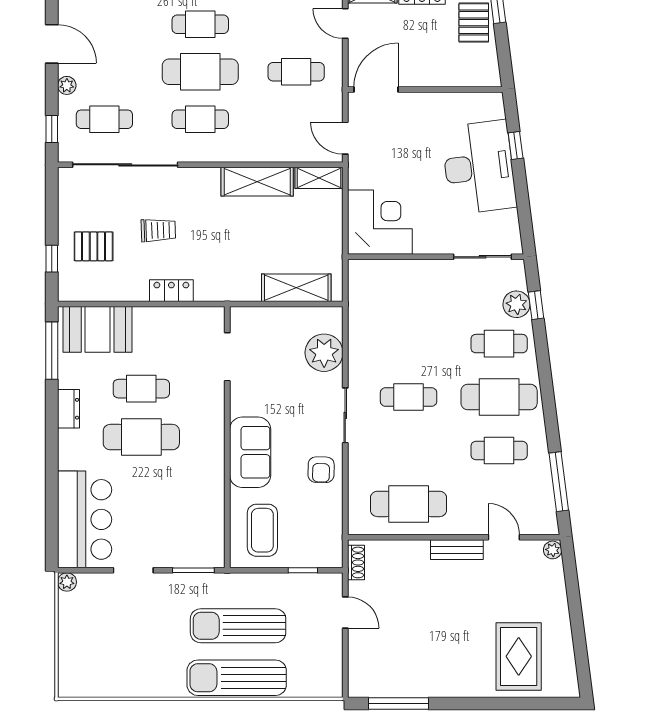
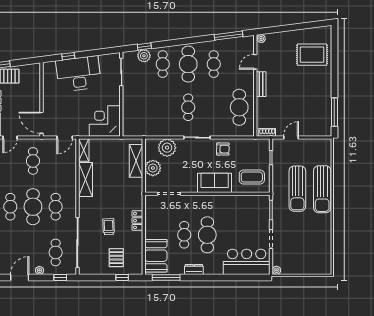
plant: (281, 323) -> (153, 168), added

